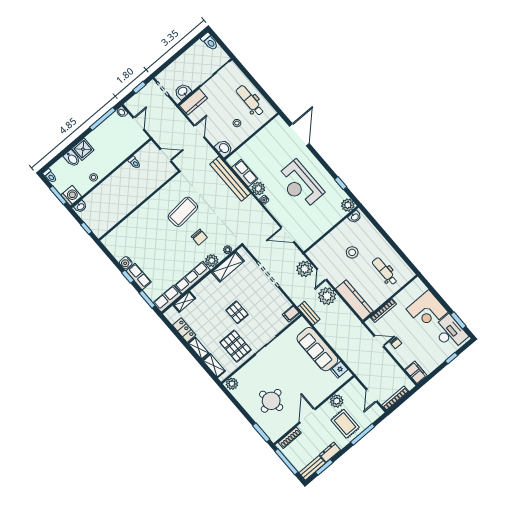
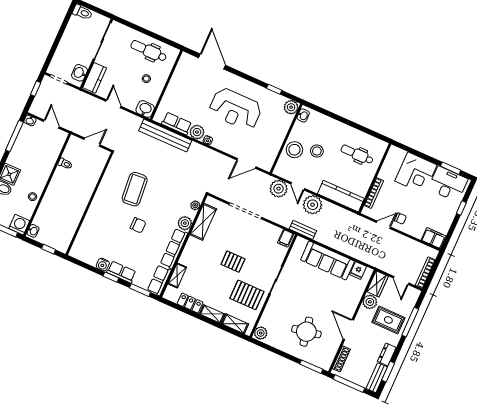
chair: (199, 237) -> (138, 225), moved
stool: (334, 242) -> (294, 150), added
wardrobe: (350, 389) -> (377, 284), added

